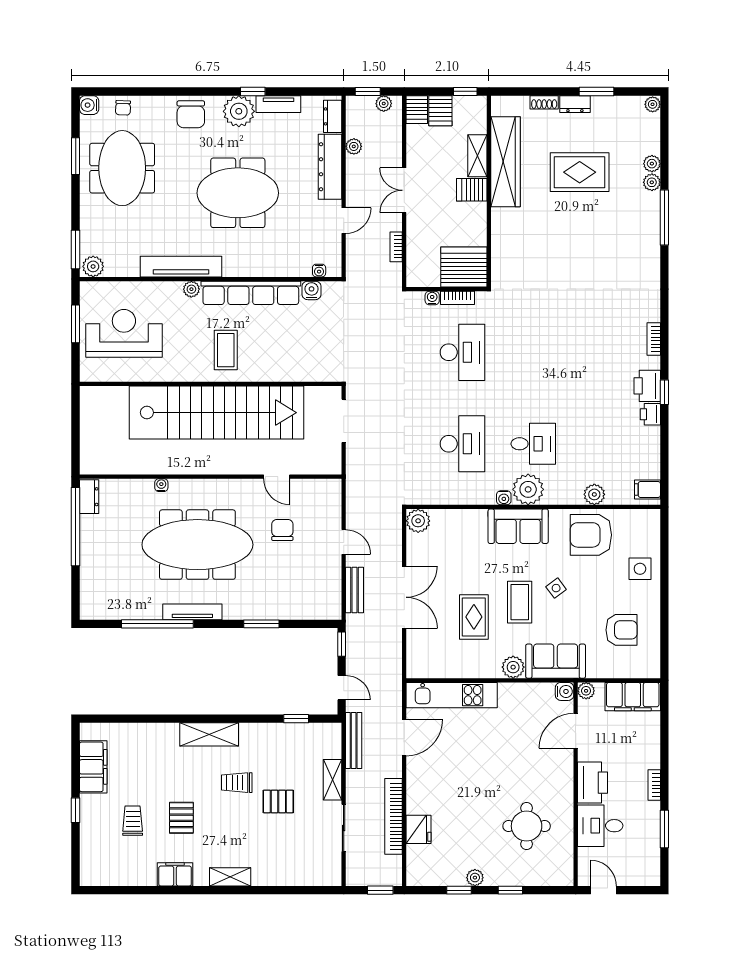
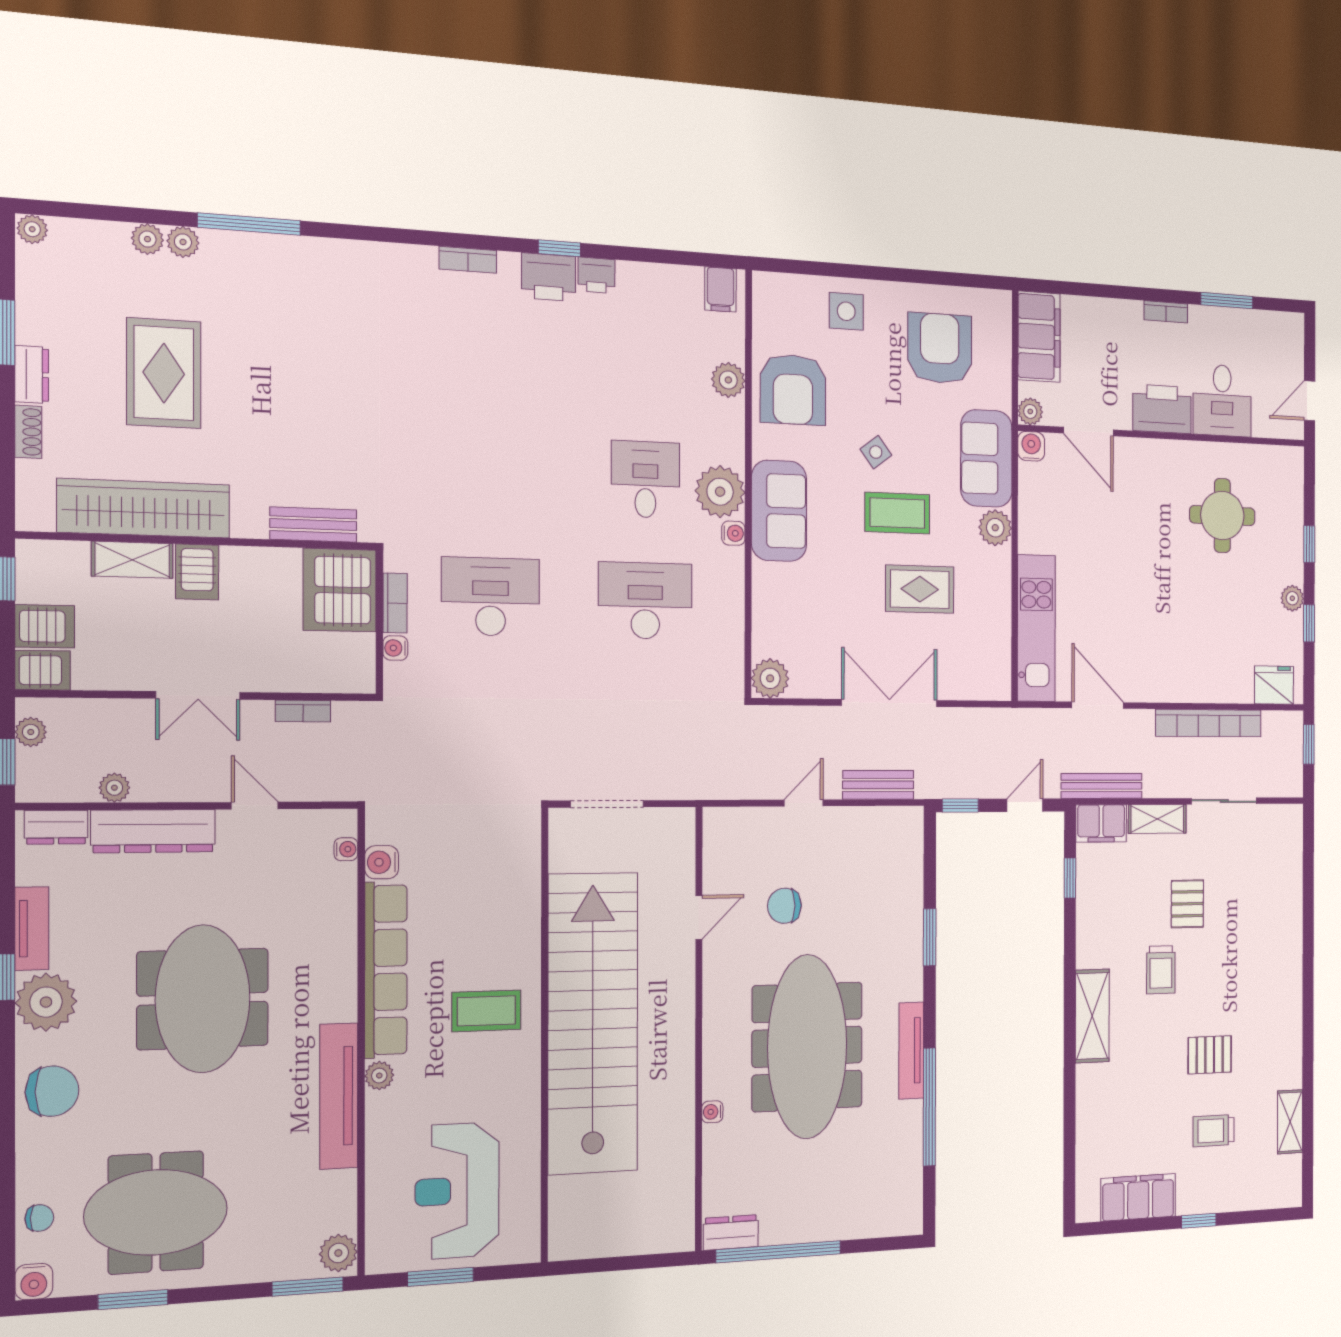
bench: (500, 252) -> (313, 525), added
armchair: (621, 630) -> (940, 348), width x1.36, depth x1.36
fridge: (419, 829) -> (1274, 685), moved
filing cabinet: (175, 874) -> (1101, 823), moved, turned -90
shelving: (230, 877) -> (1290, 1122), moved

